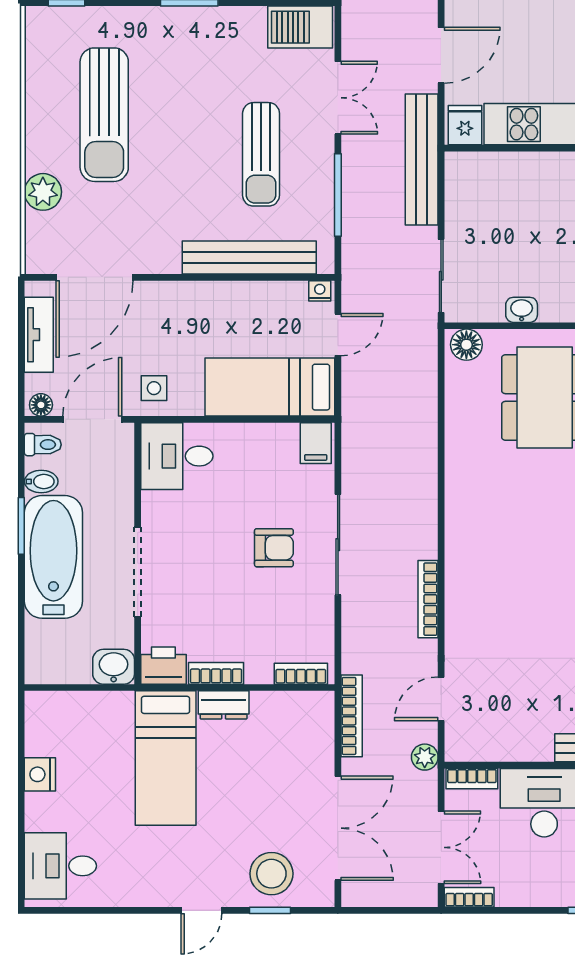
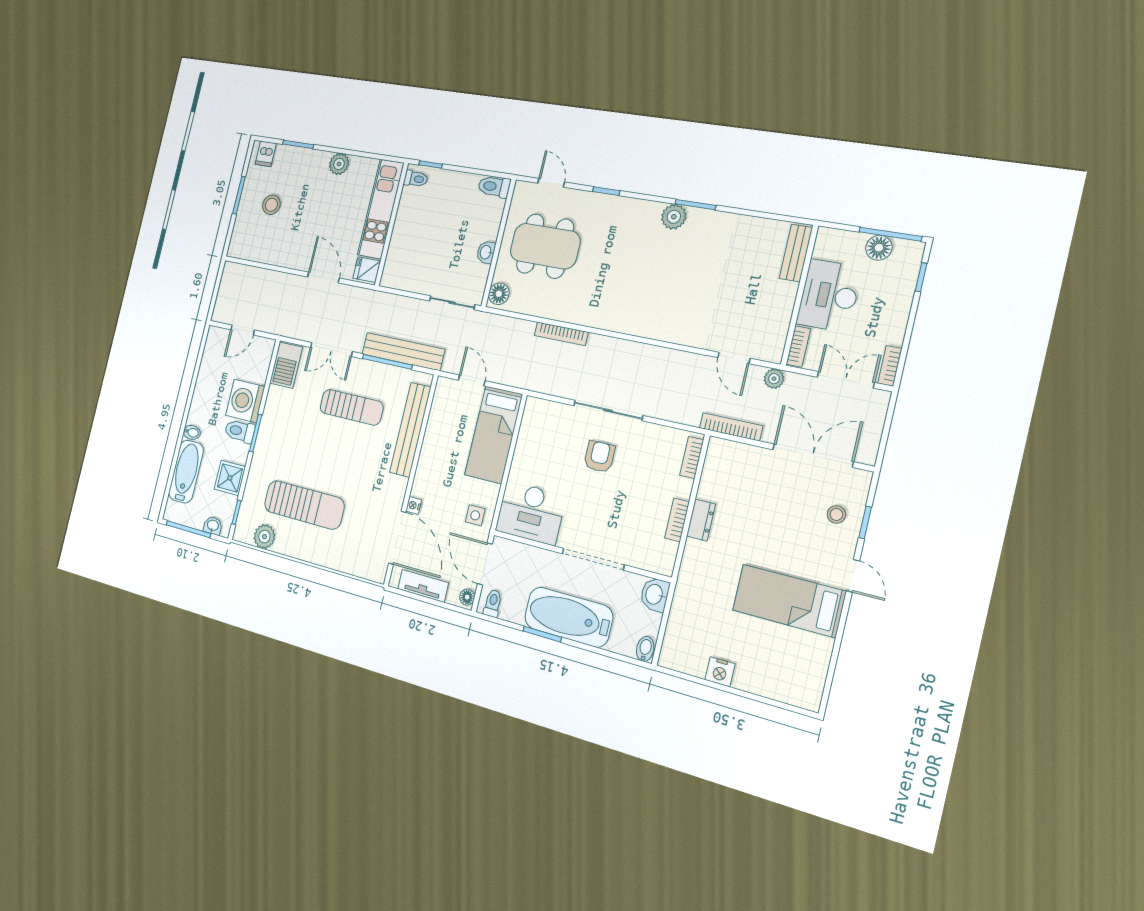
double door: (338, 98) -> (331, 349), swing flipped
bench: (422, 160) -> (403, 352), moved
plant: (43, 192) -> (264, 537), moved
nightstand: (320, 291) -> (414, 505), moved
filing cabinet: (316, 443) -> (537, 411), removed
desk: (177, 456) -> (531, 513), width x1.37
bidet: (41, 481) -> (645, 649), moved
bookcase: (428, 599) -> (561, 334), moved
printer: (163, 666) -> (662, 557), removed
bed: (166, 758) -> (789, 601), moved, turned 180
desk: (60, 866) -> (793, 676), removed
stool: (271, 874) -> (836, 515), width x0.53, depth x0.53

